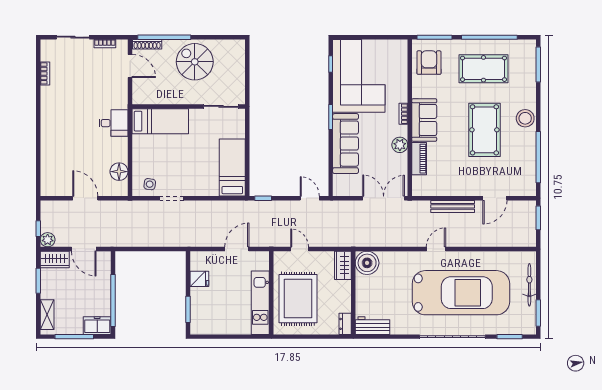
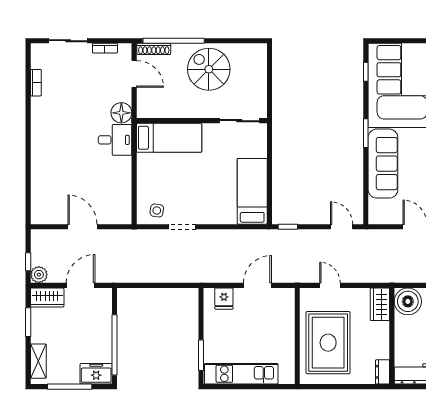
floor lamp: (119, 172) -> (121, 113), moved
door: (84, 249) -> (81, 285), swing flipped
fridge: (199, 279) -> (224, 299), moved, turned 90
kitchen unit: (260, 303) -> (241, 374), moved, turned 90

